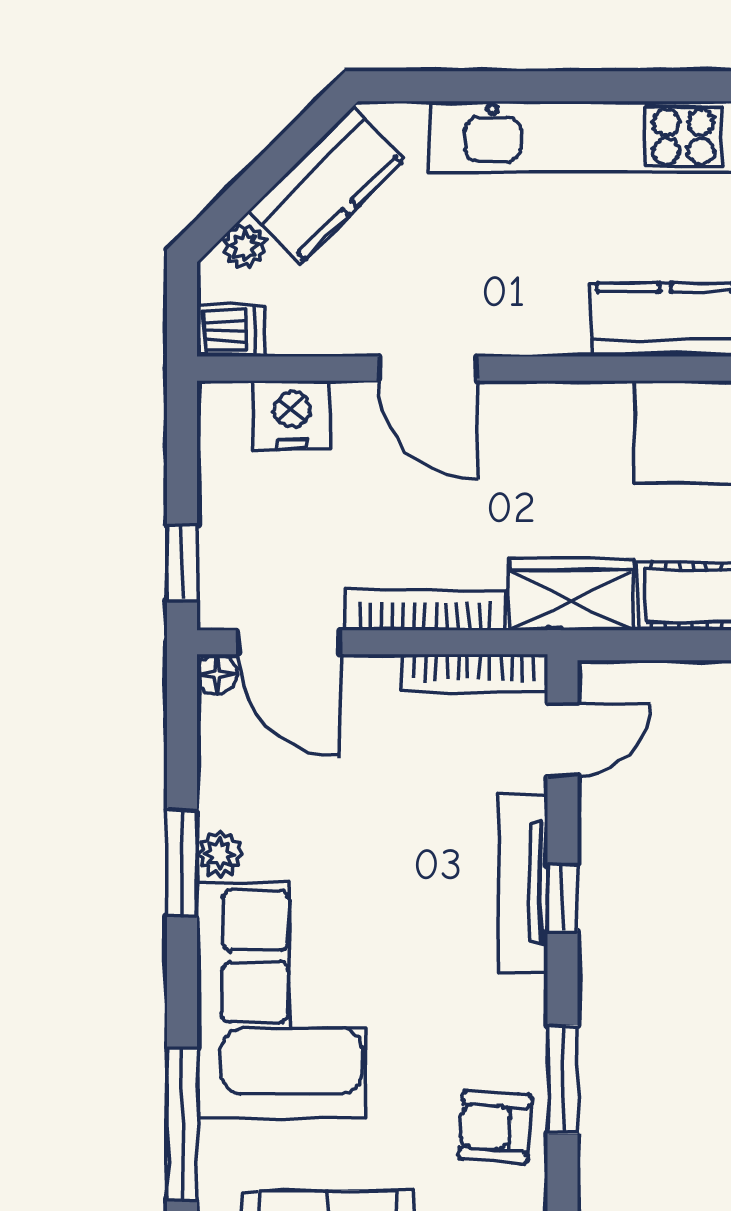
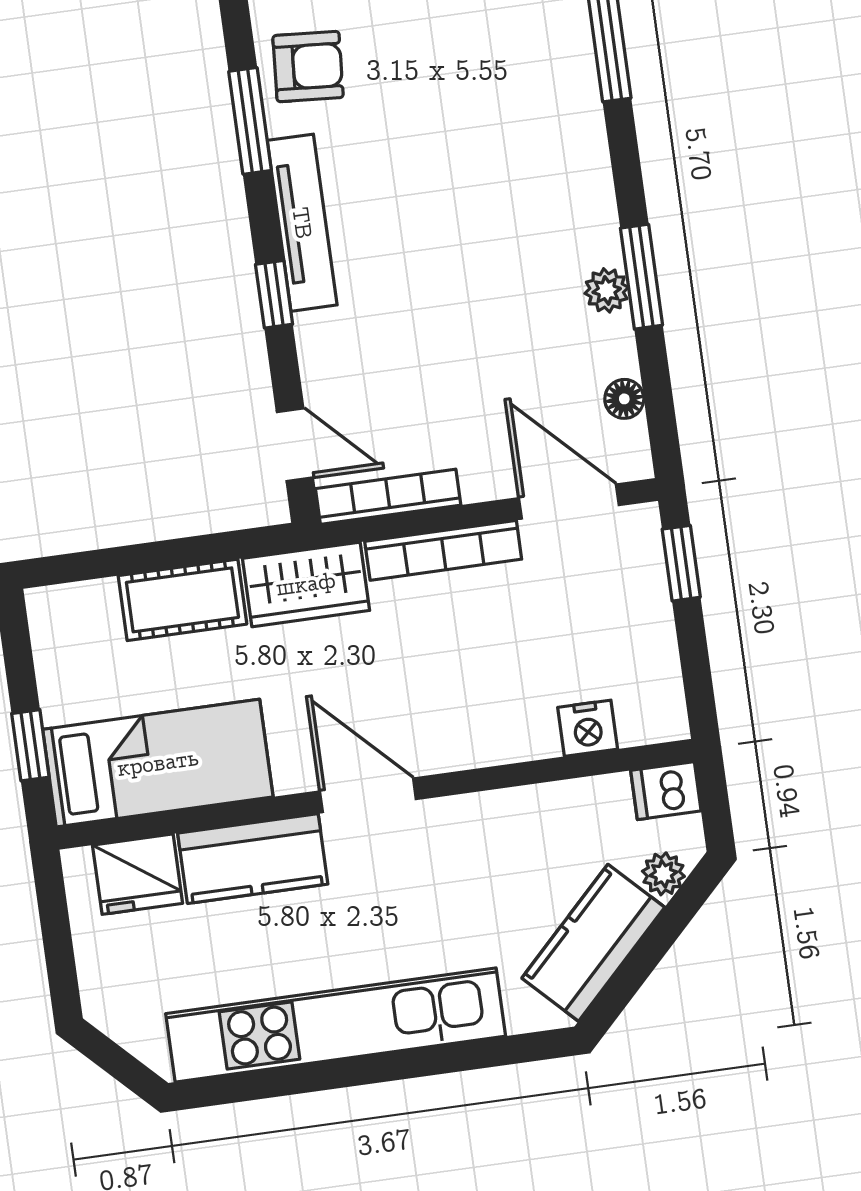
door: (428, 369) -> (368, 795), moved
nightstand: (292, 415) -> (588, 728), width x0.74, depth x0.75
floor lamp: (217, 674) -> (624, 399), moved
door: (563, 740) -> (295, 445), swing flipped
tv unit: (523, 882) -> (302, 223), moved
corner sofa: (281, 1000) -> (529, 160), removed

